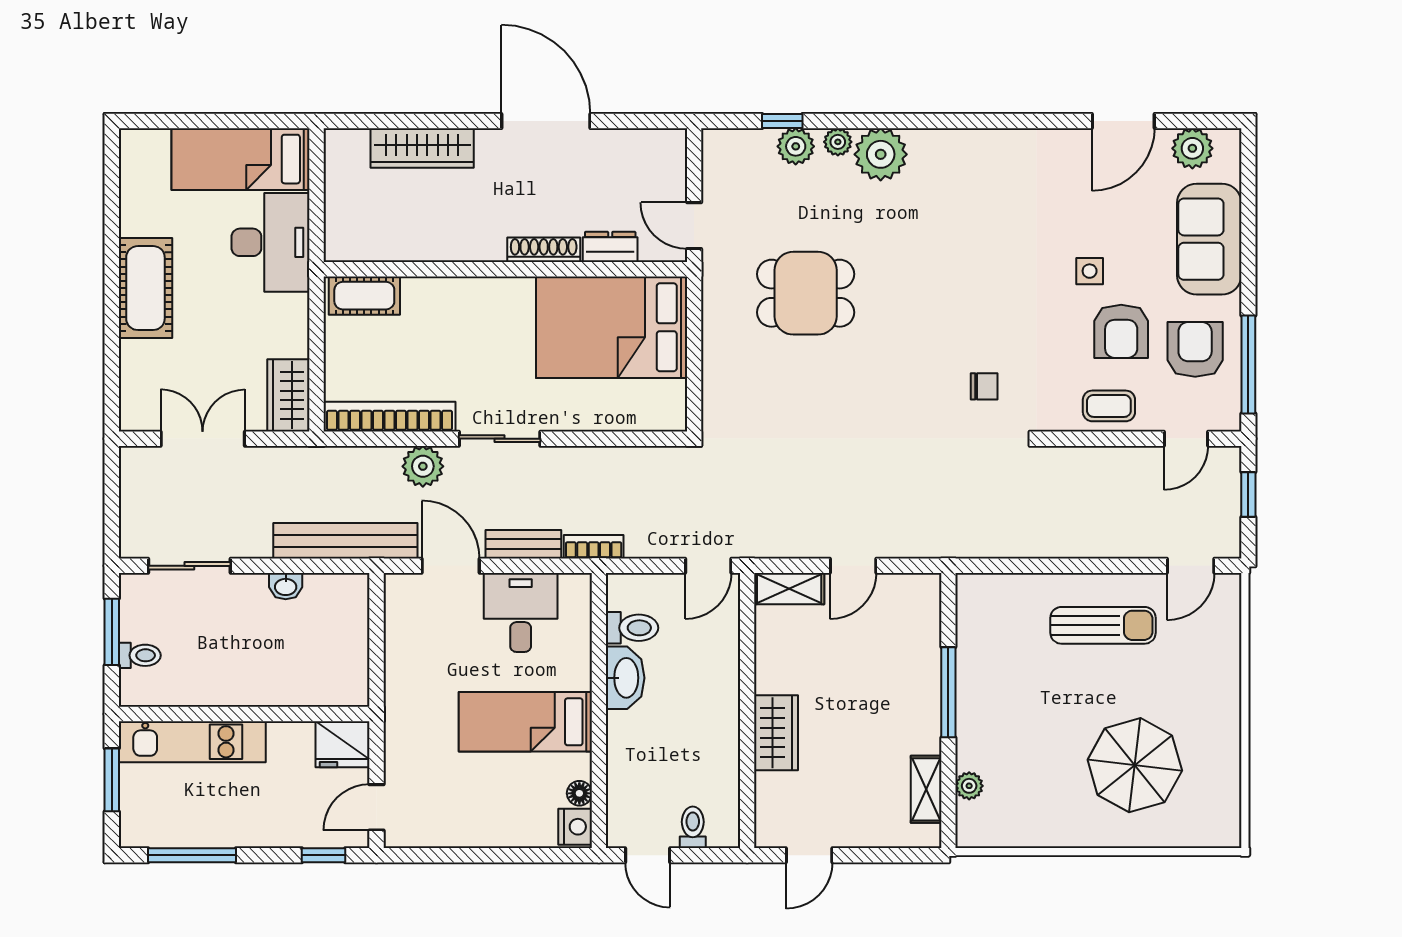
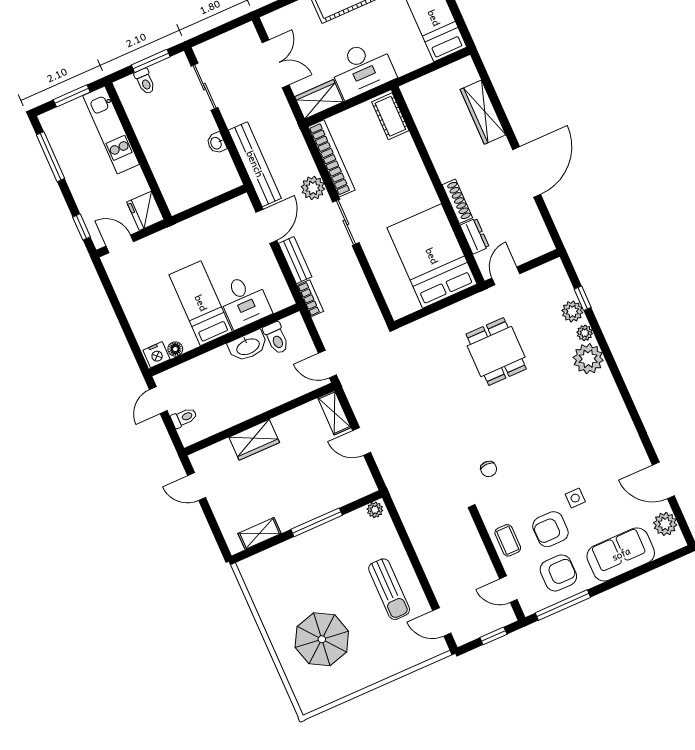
desk: (271, 242) -> (362, 69), moved
desk: (521, 612) -> (244, 301), moved, turned 90
plant: (969, 786) -> (375, 510), moved

